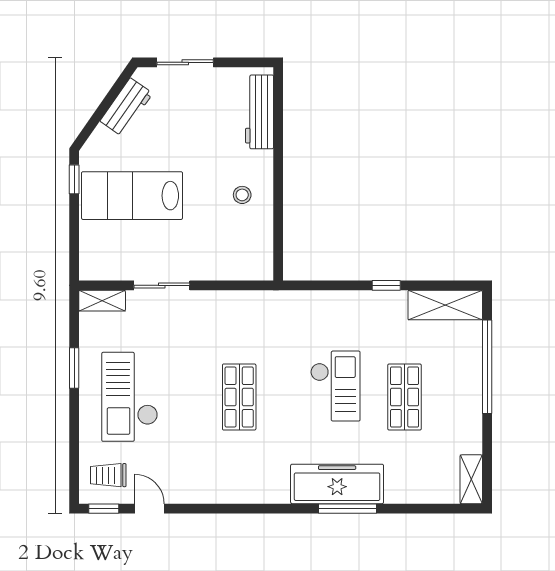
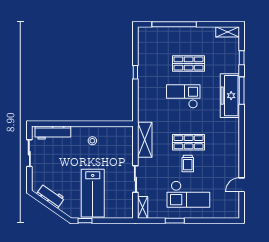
sliding door: (185, 62) -> (29, 153), moved
shelving: (445, 305) -> (145, 140), moved
trolley: (108, 475) -> (188, 164), moved
window: (104, 509) -> (242, 58), moved

